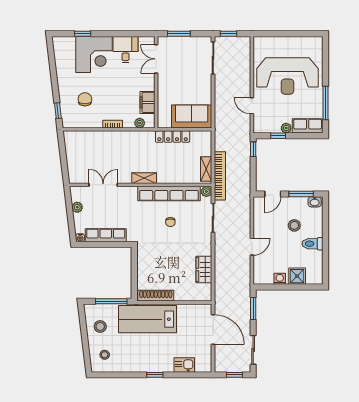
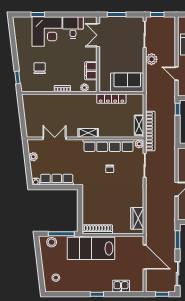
plant: (221, 88) -> (152, 59), added
wardrobe: (204, 270) -> (137, 218), moved
stool: (100, 326) -> (52, 242), moved

